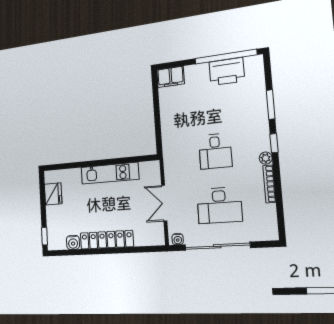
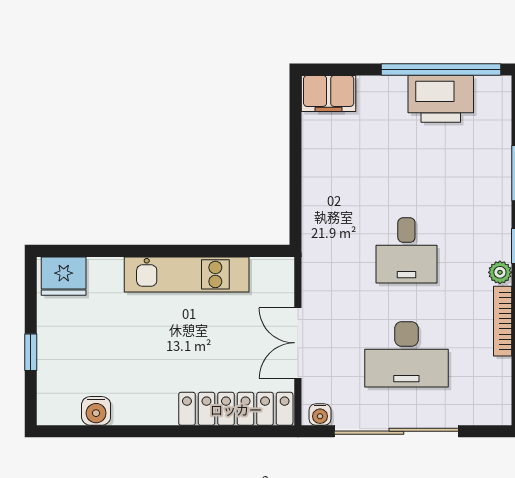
fridge: (53, 194) -> (64, 276), moved, turned 90
window: (44, 236) -> (31, 352), moved
locker: (107, 240) -> (236, 409), moved

